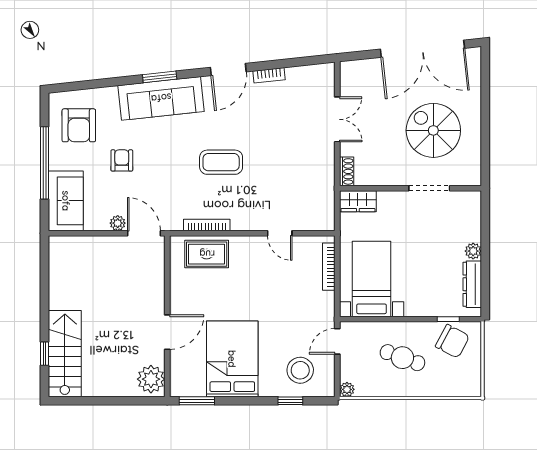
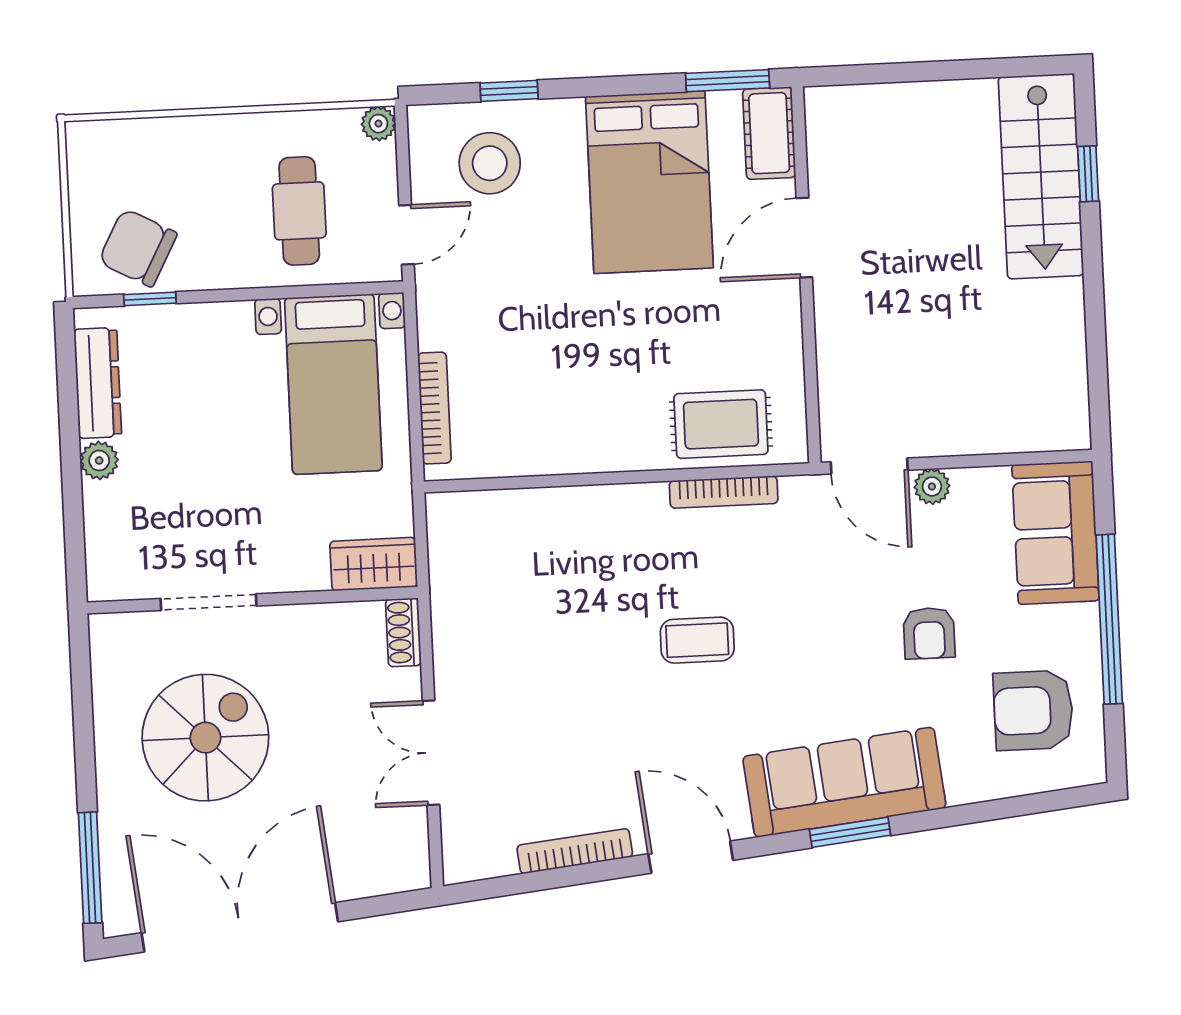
door: (228, 70) -> (691, 857), hinge flipped
bookcase: (269, 75) -> (575, 851), width x1.56
window: (485, 77) -> (90, 868), added
armchair: (79, 125) -> (1033, 710), turned -90
spiral stairs: (433, 130) -> (205, 738), turned -90
coffee table: (221, 162) -> (697, 640), width x0.73, depth x0.77
door: (280, 233) -> (553, 481), removed
cafe table: (402, 358) -> (299, 211), moved, turned 70
cot: (180, 377) -> (769, 133), added
plant: (151, 379) -> (837, 126), removed

